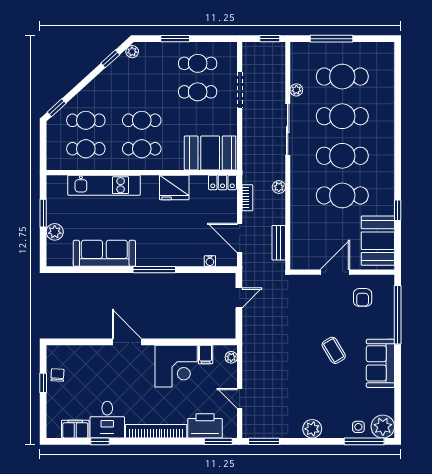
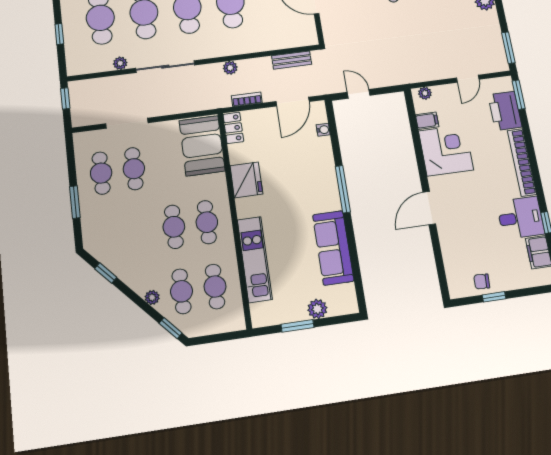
window: (331, 39) -> (59, 34), width x0.46
plant: (132, 52) -> (152, 297), moved

